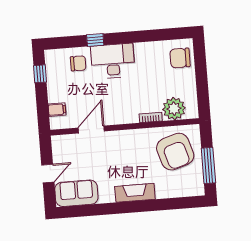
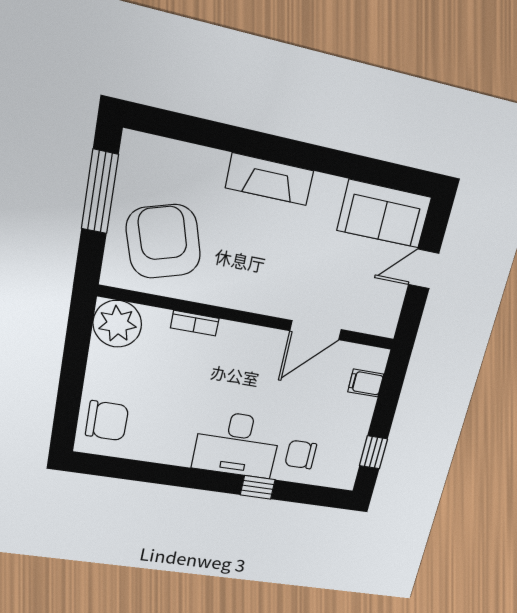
plant: (174, 109) -> (117, 324), moved

